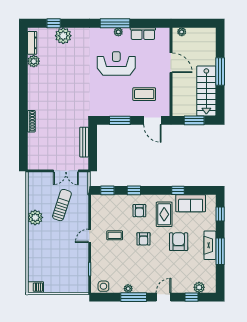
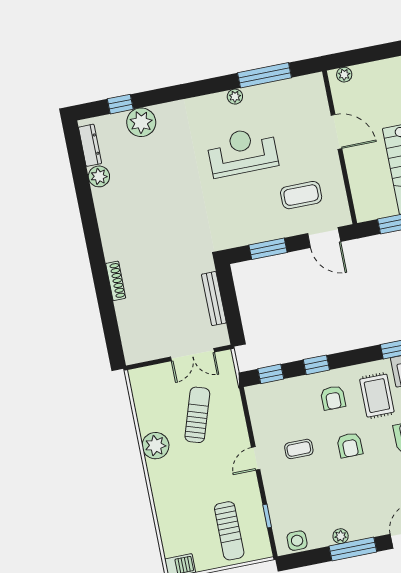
window: (115, 23) -> (264, 75), moved
row of seats: (143, 34) -> (278, 91), removed
sun lounger: (67, 273) -> (229, 531), added

